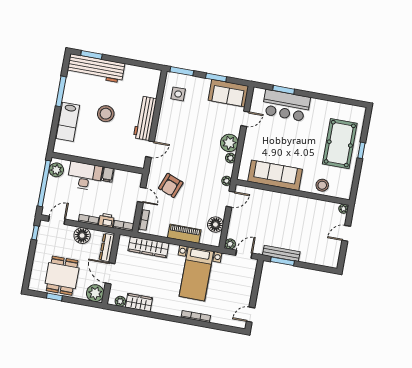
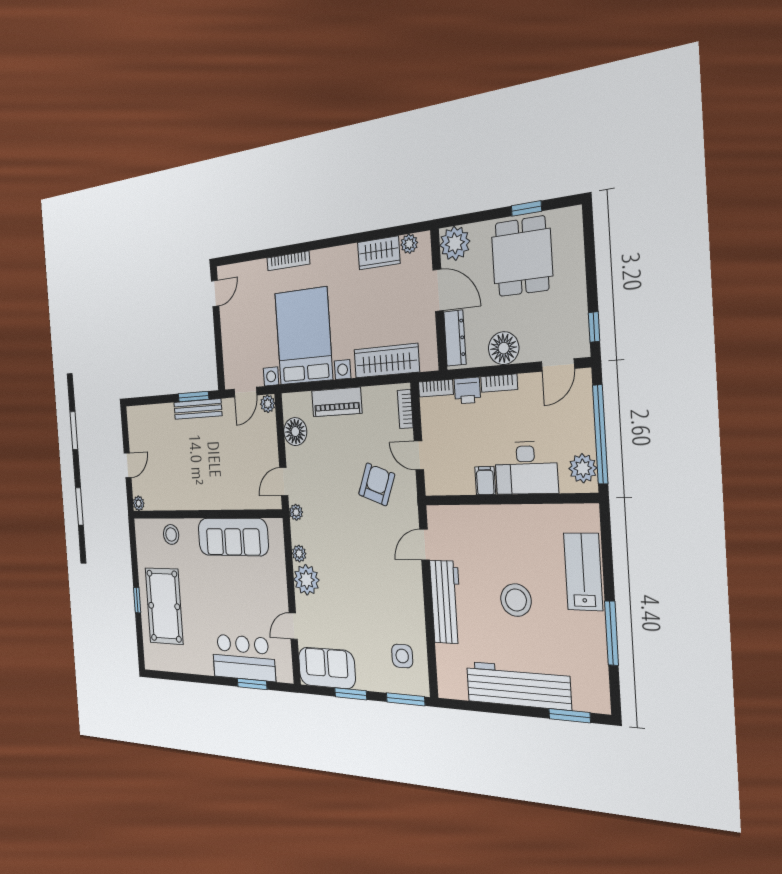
workbench: (96, 68) -> (518, 686), moved
bed with nightstands: (196, 274) -> (304, 336), width x1.36

